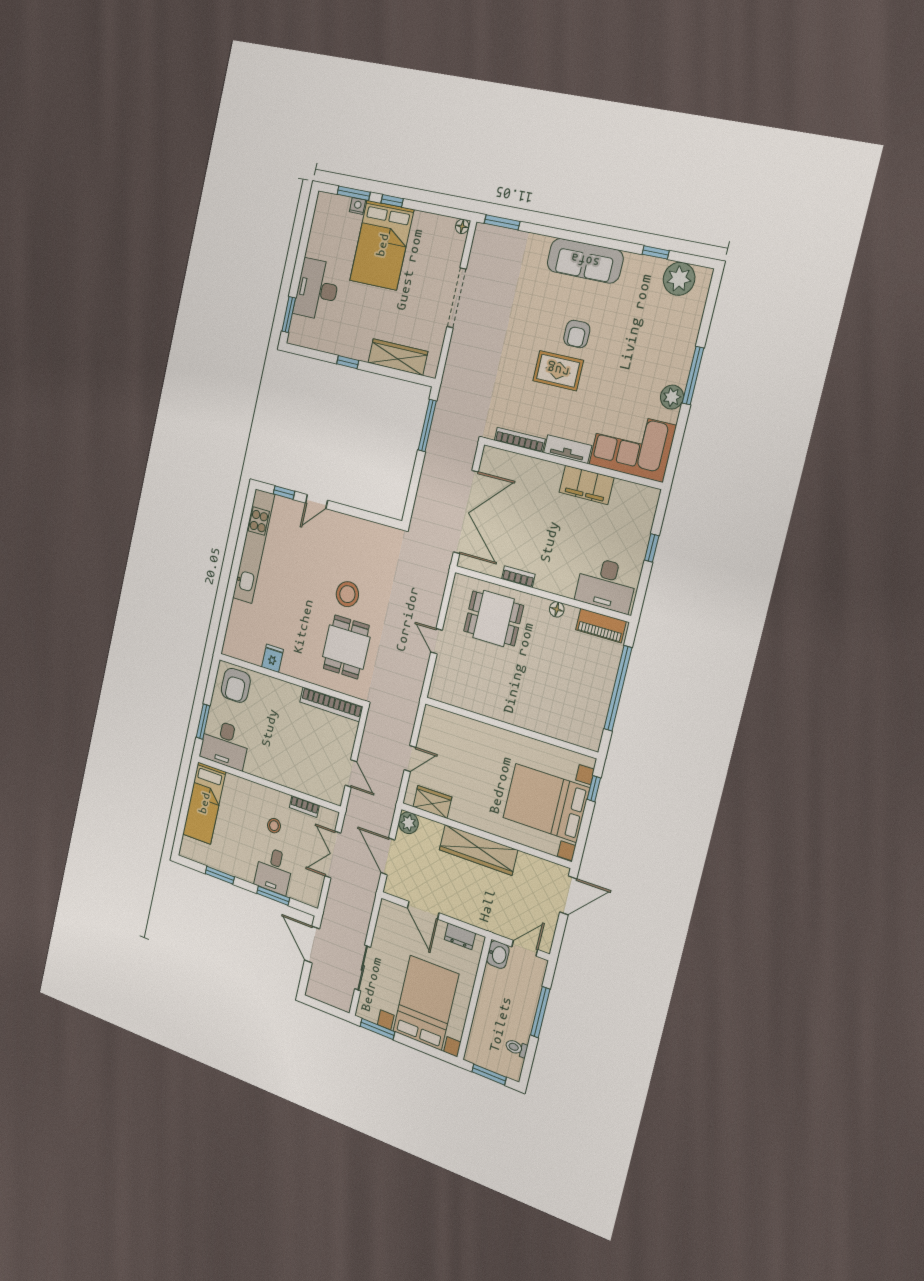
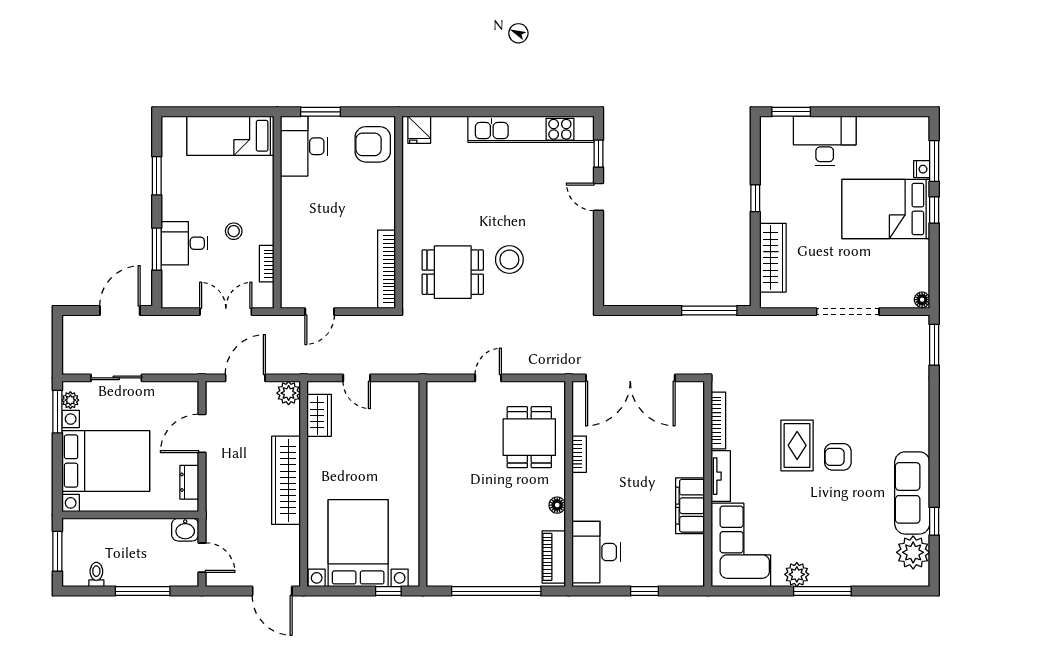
sofa: (585, 261) -> (912, 493), moved
fridge: (273, 658) -> (419, 130), moved, turned 90
plant: (371, 1014) -> (70, 400), added

